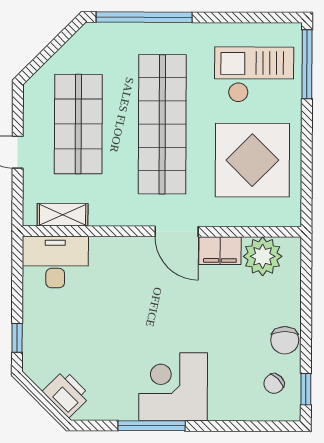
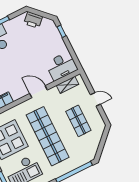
shop shelf: (78, 124) -> (78, 121), width x0.70, depth x0.74
door: (177, 231) -> (39, 92), moved

